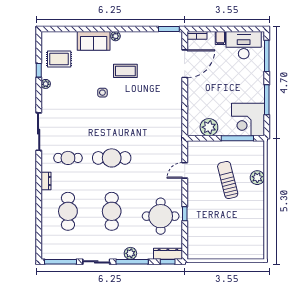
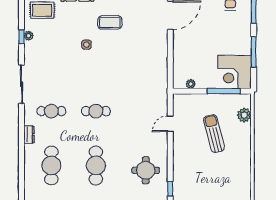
window: (39, 70) -> (21, 37), moved
plant: (209, 127) -> (191, 84), width x0.53, depth x0.53
cafe table: (112, 158) -> (96, 111), width x0.73, depth x0.74
plant: (257, 178) -> (244, 115), moved
window: (185, 214) -> (170, 189), moved
round table: (161, 216) -> (146, 170), width x0.73, depth x0.73

